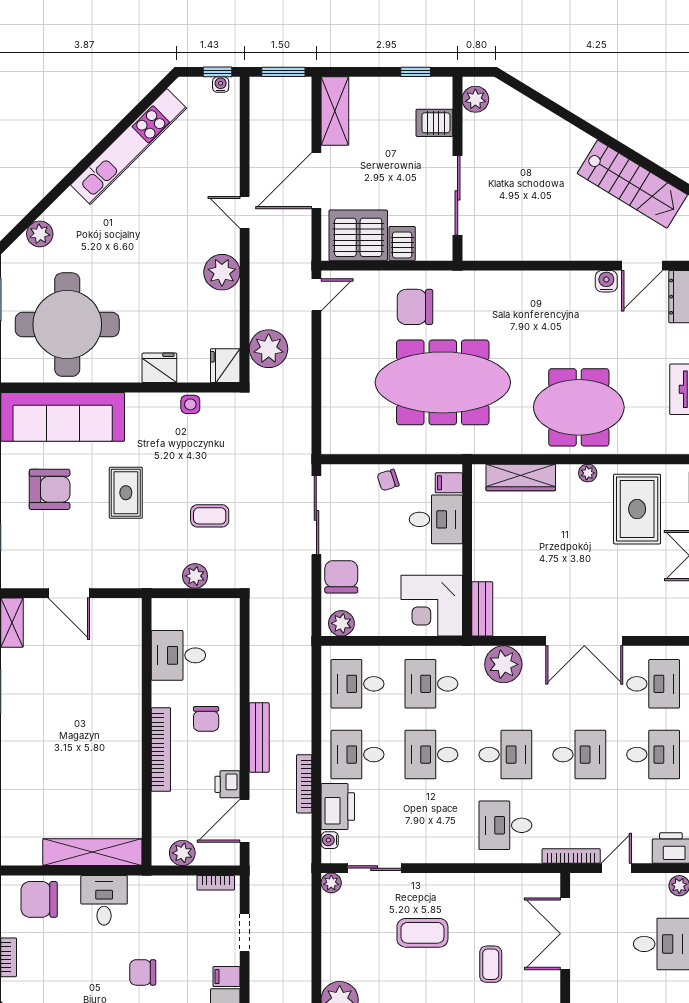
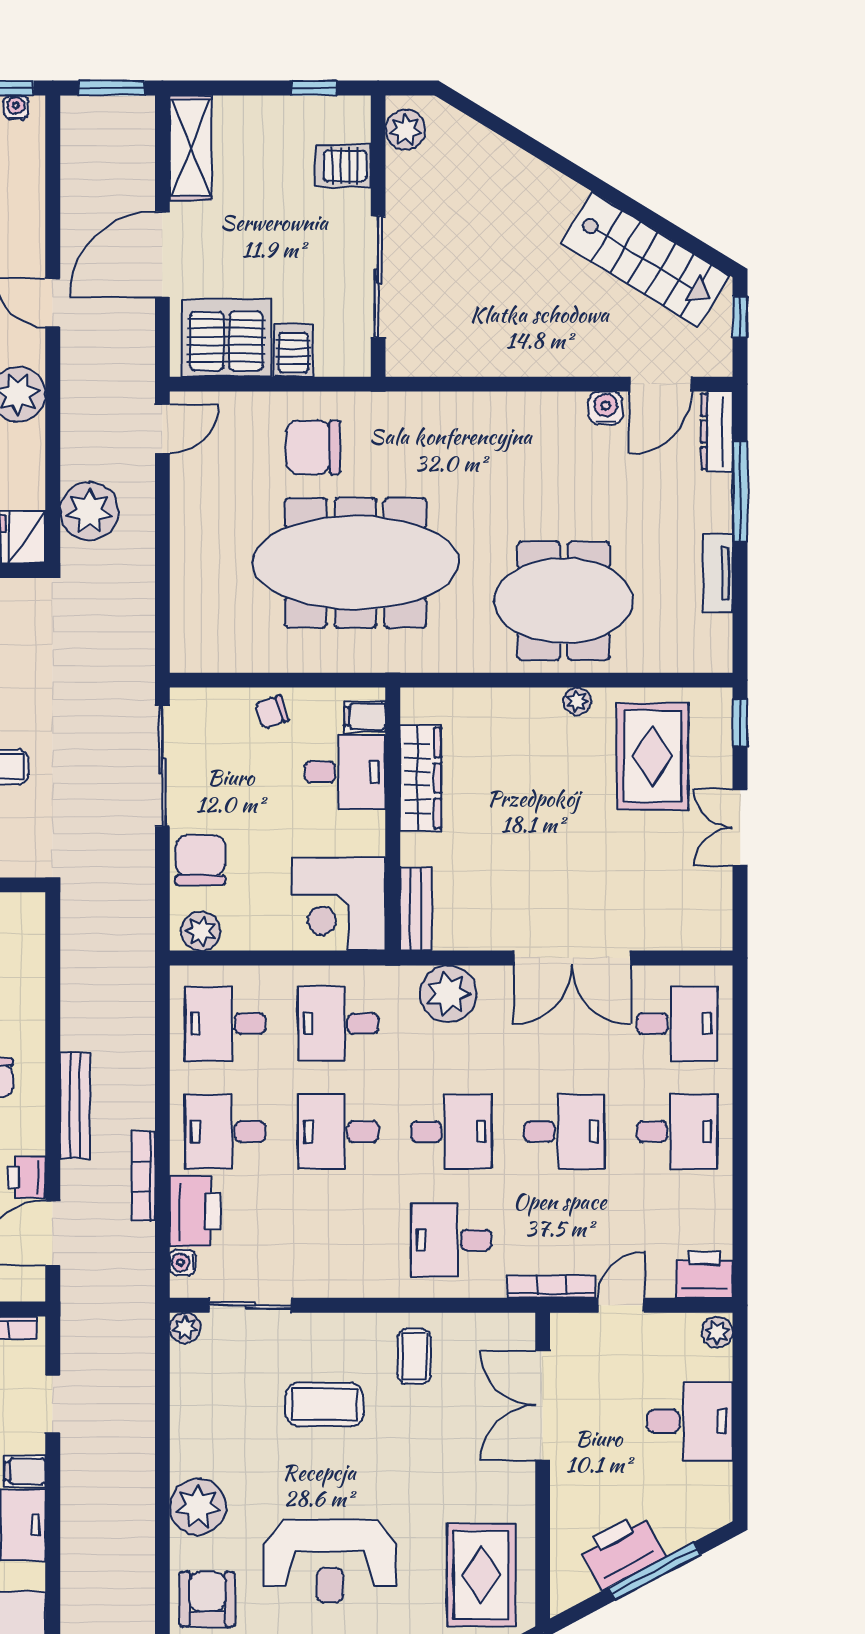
wardrobe: (521, 477) -> (421, 778), moved, turned -90
coffee table: (491, 964) -> (414, 1356), moved

